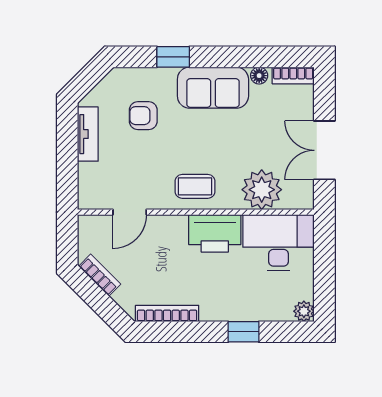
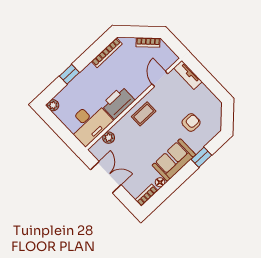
tv unit: (88, 134) -> (188, 75), moved
plant: (262, 190) -> (109, 138), width x0.53, depth x0.53

